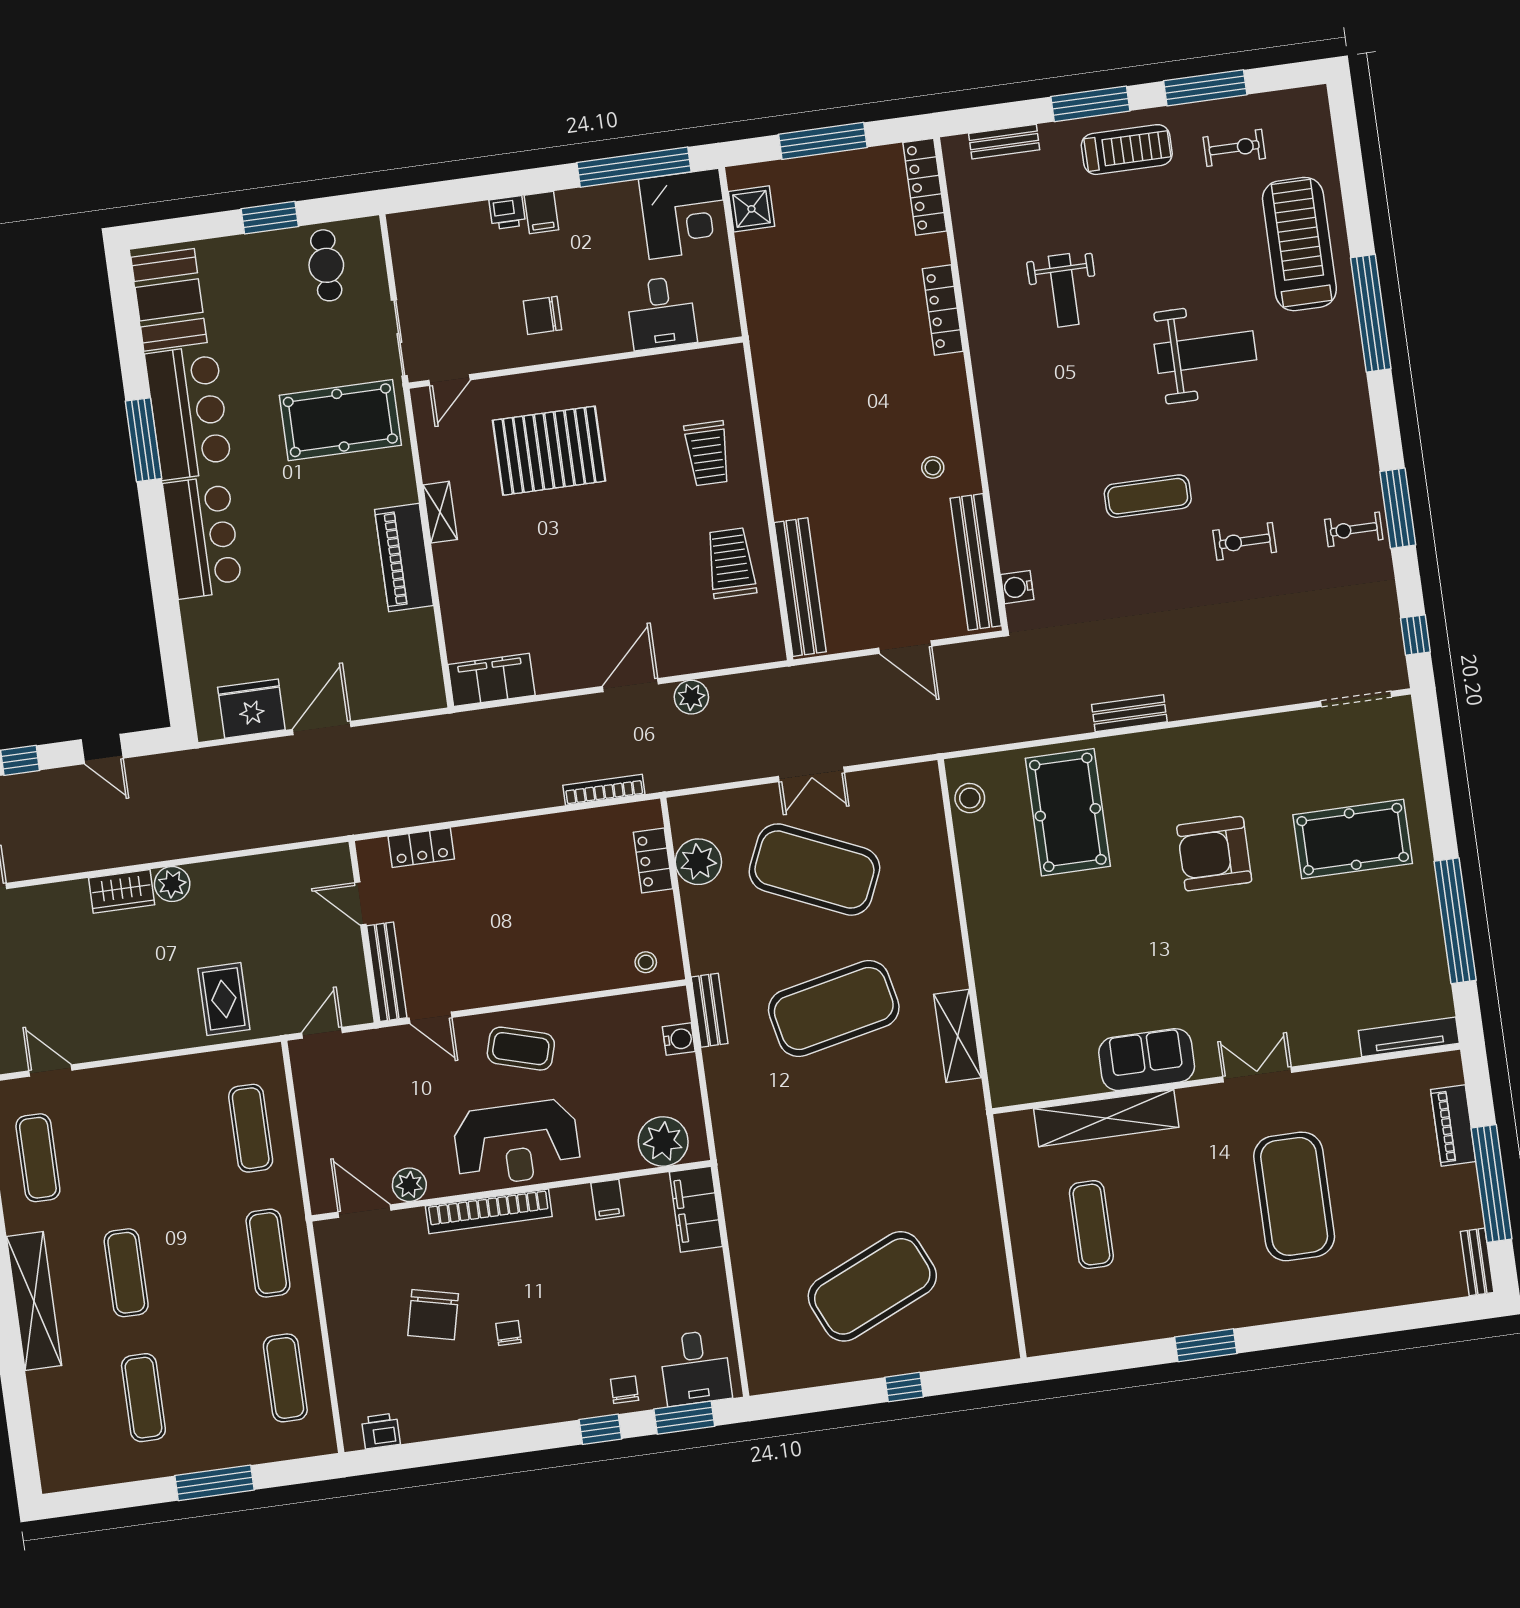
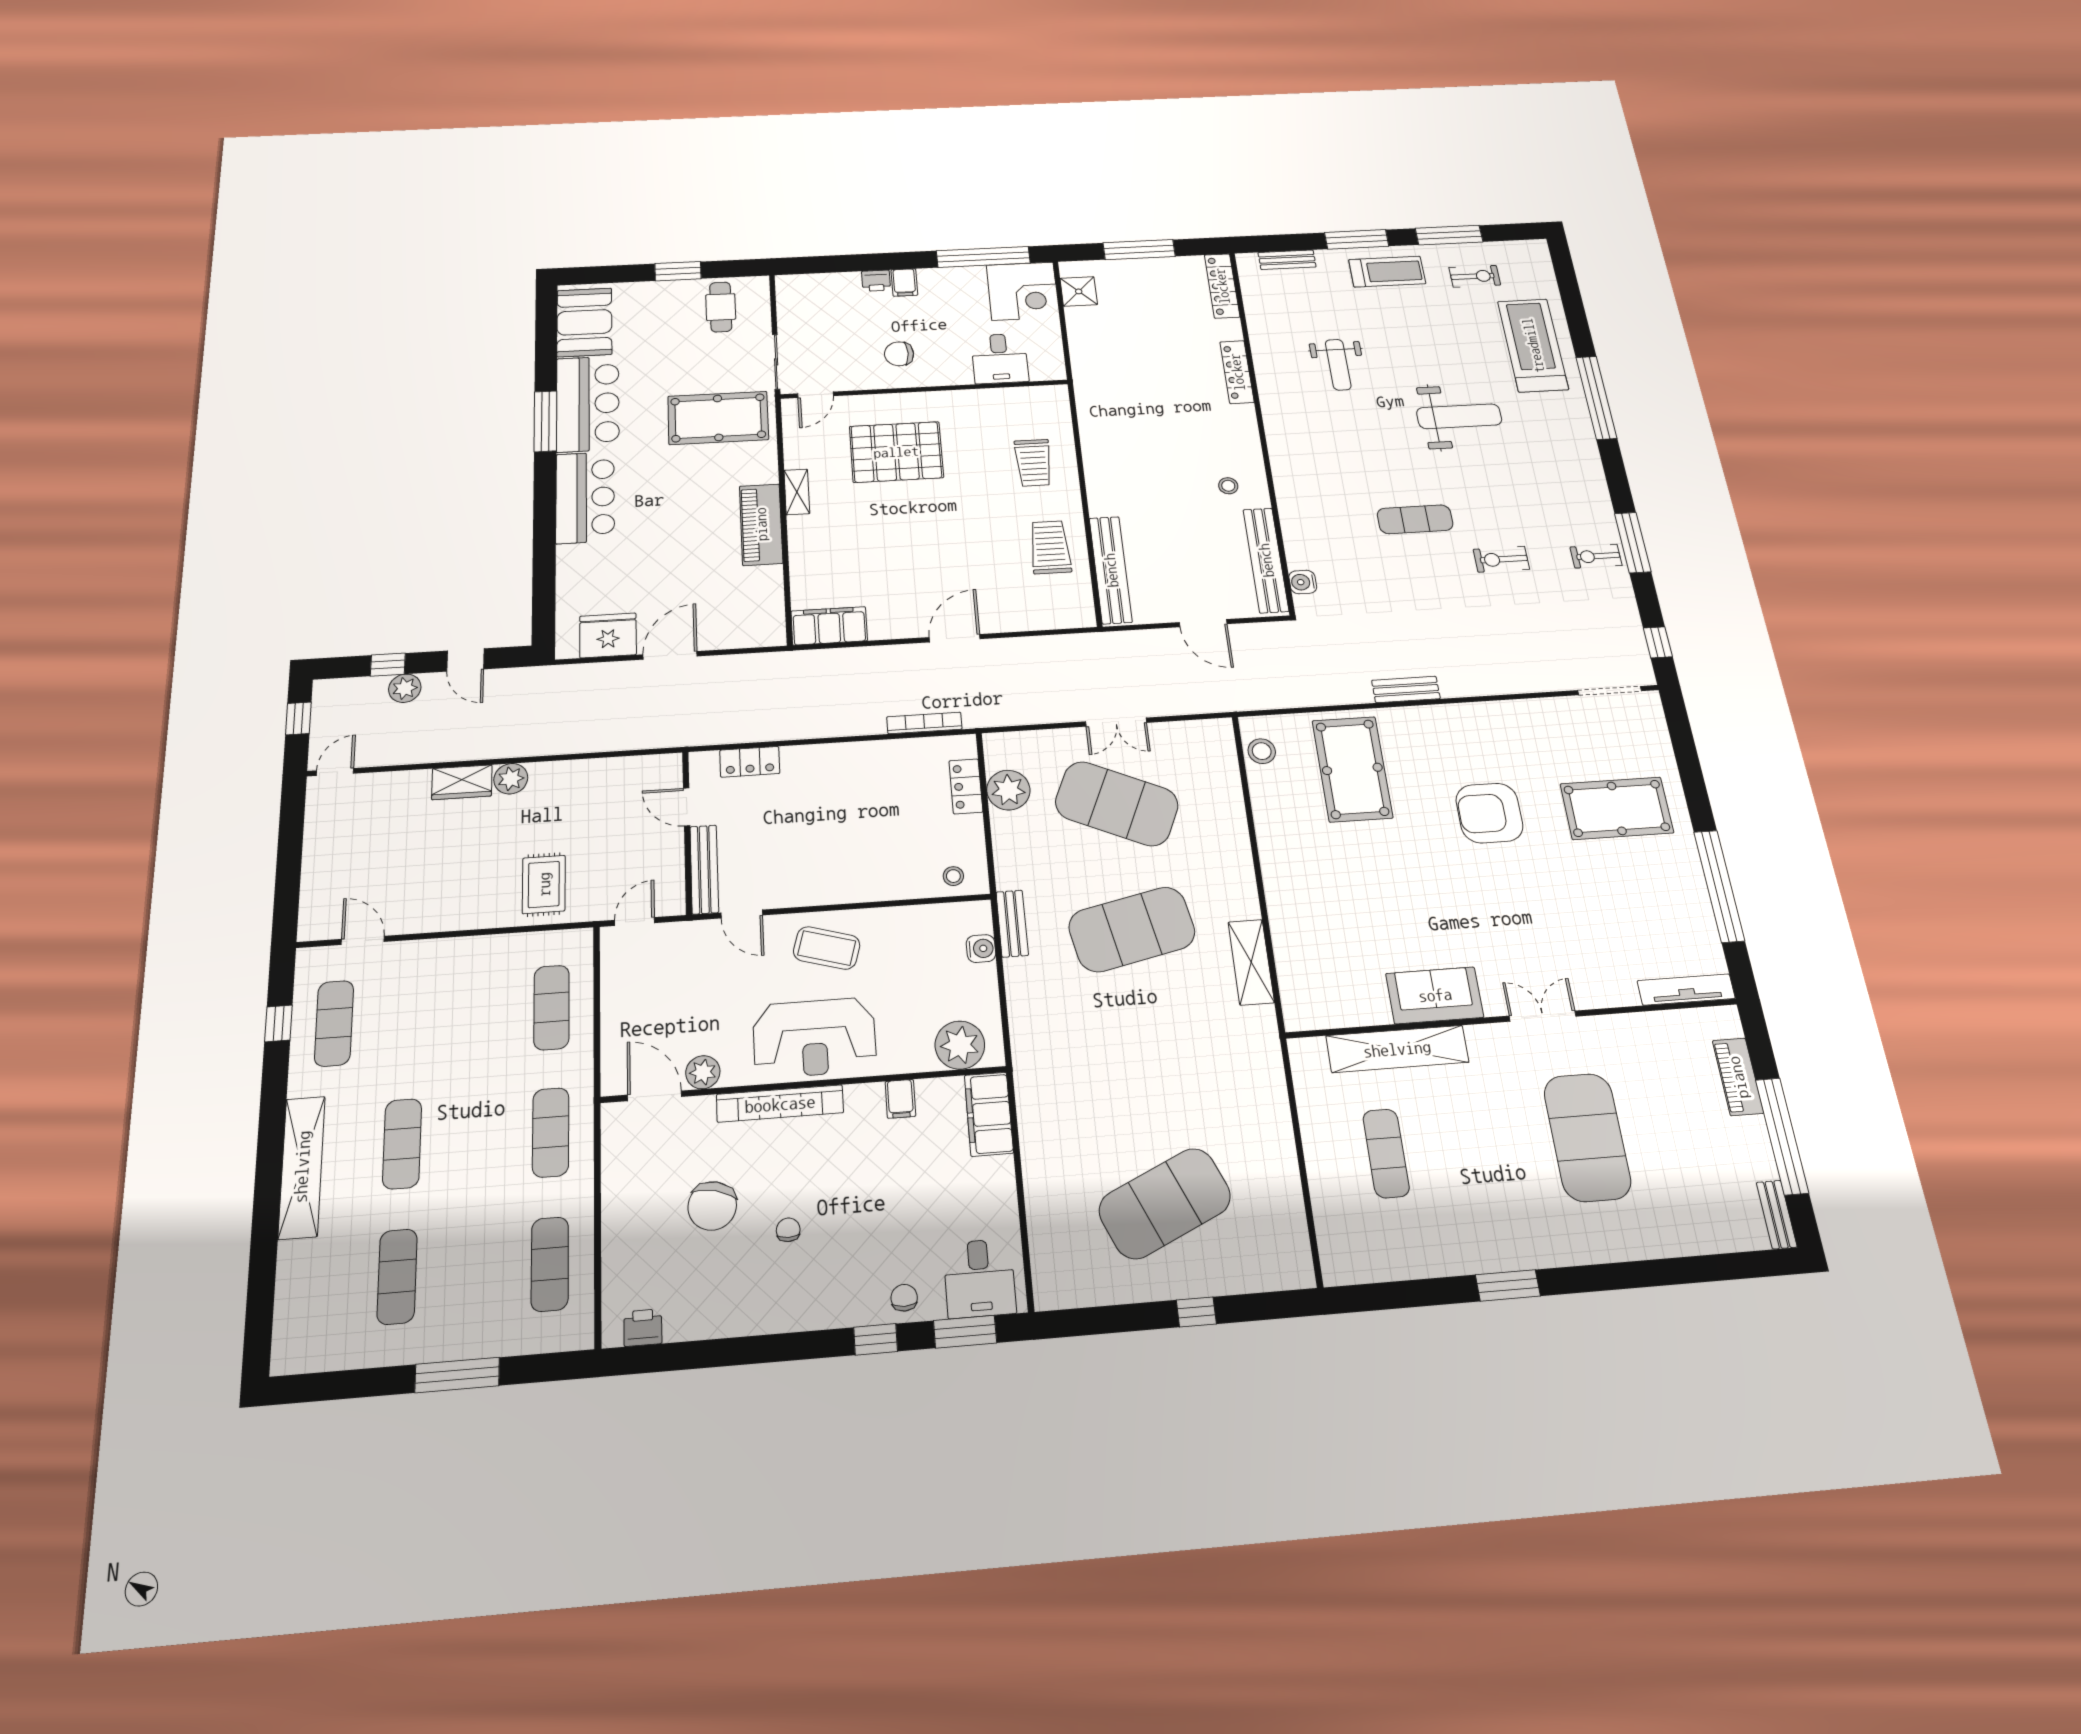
plant: (691, 697) -> (405, 688), moved

